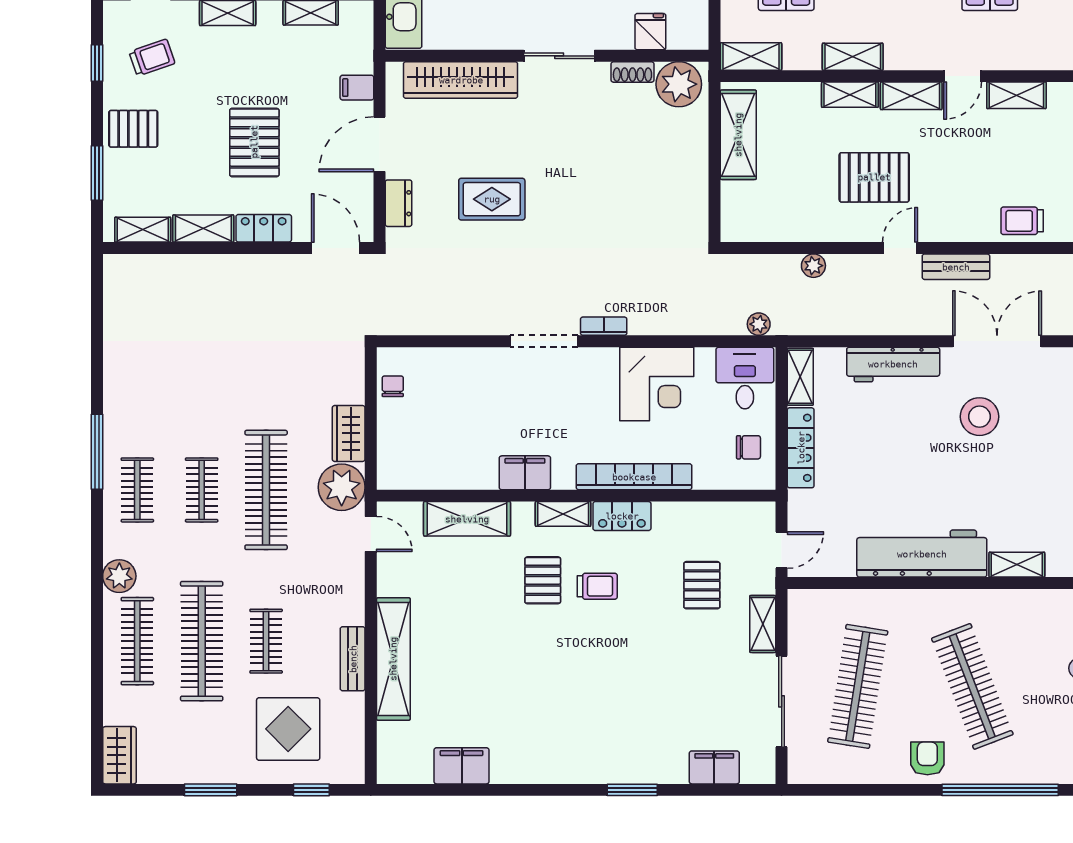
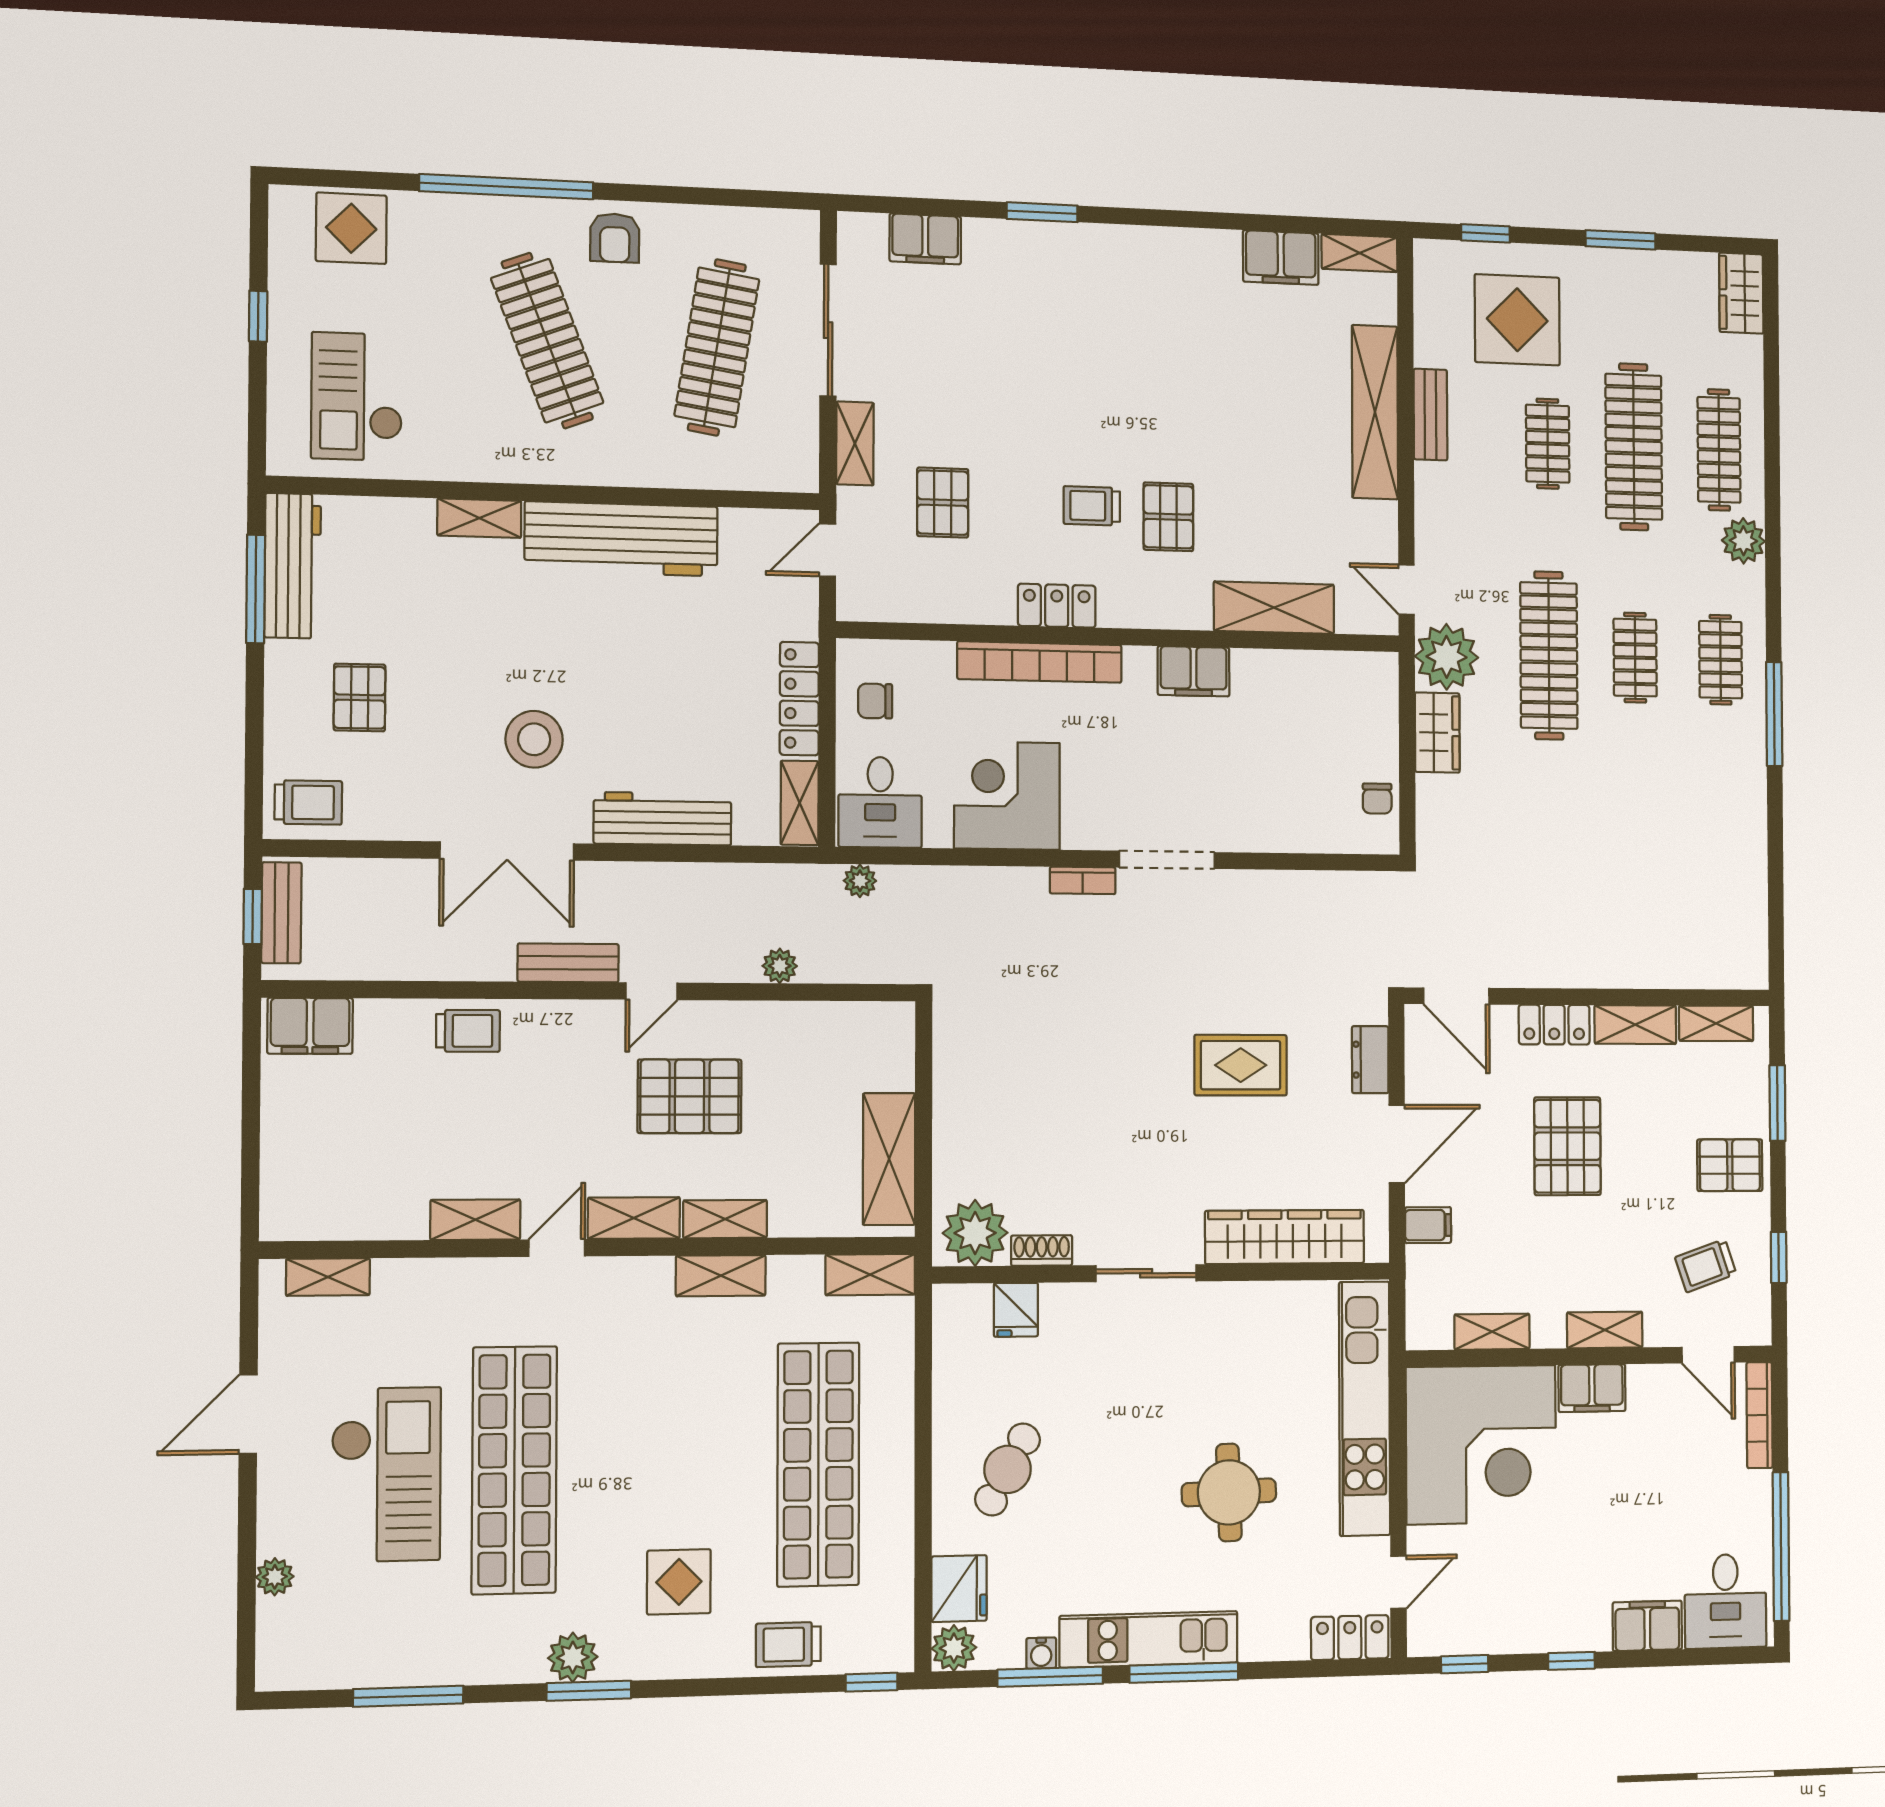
shelving: (563, 514) -> (1359, 253), moved

